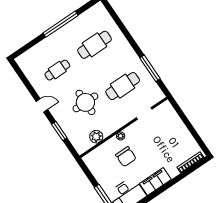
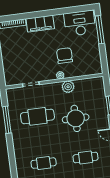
cafe table: (95, 45) -> (44, 163), width x0.73, depth x0.74
plant: (96, 137) -> (68, 87), moved
filing cabinet: (155, 181) -> (40, 24), moved

